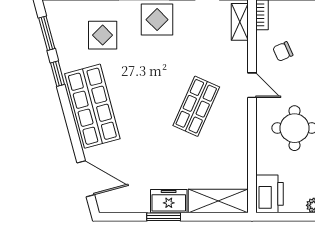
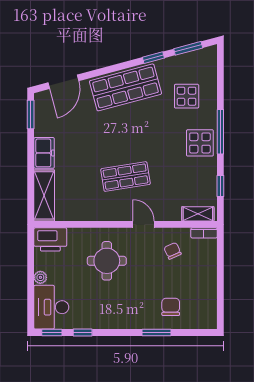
door: (252, 85) -> (144, 224), swing flipped
shop shelf: (196, 106) -> (126, 177), turned -33
window: (164, 217) -> (31, 114), moved

